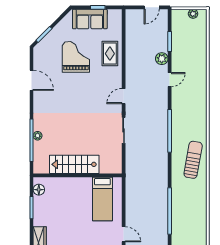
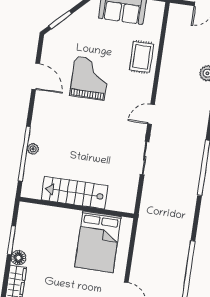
grand piano: (76, 57) -> (90, 78), moved
floor lamp: (39, 190) -> (18, 258), moved
bed: (102, 199) -> (98, 242), width x1.50

